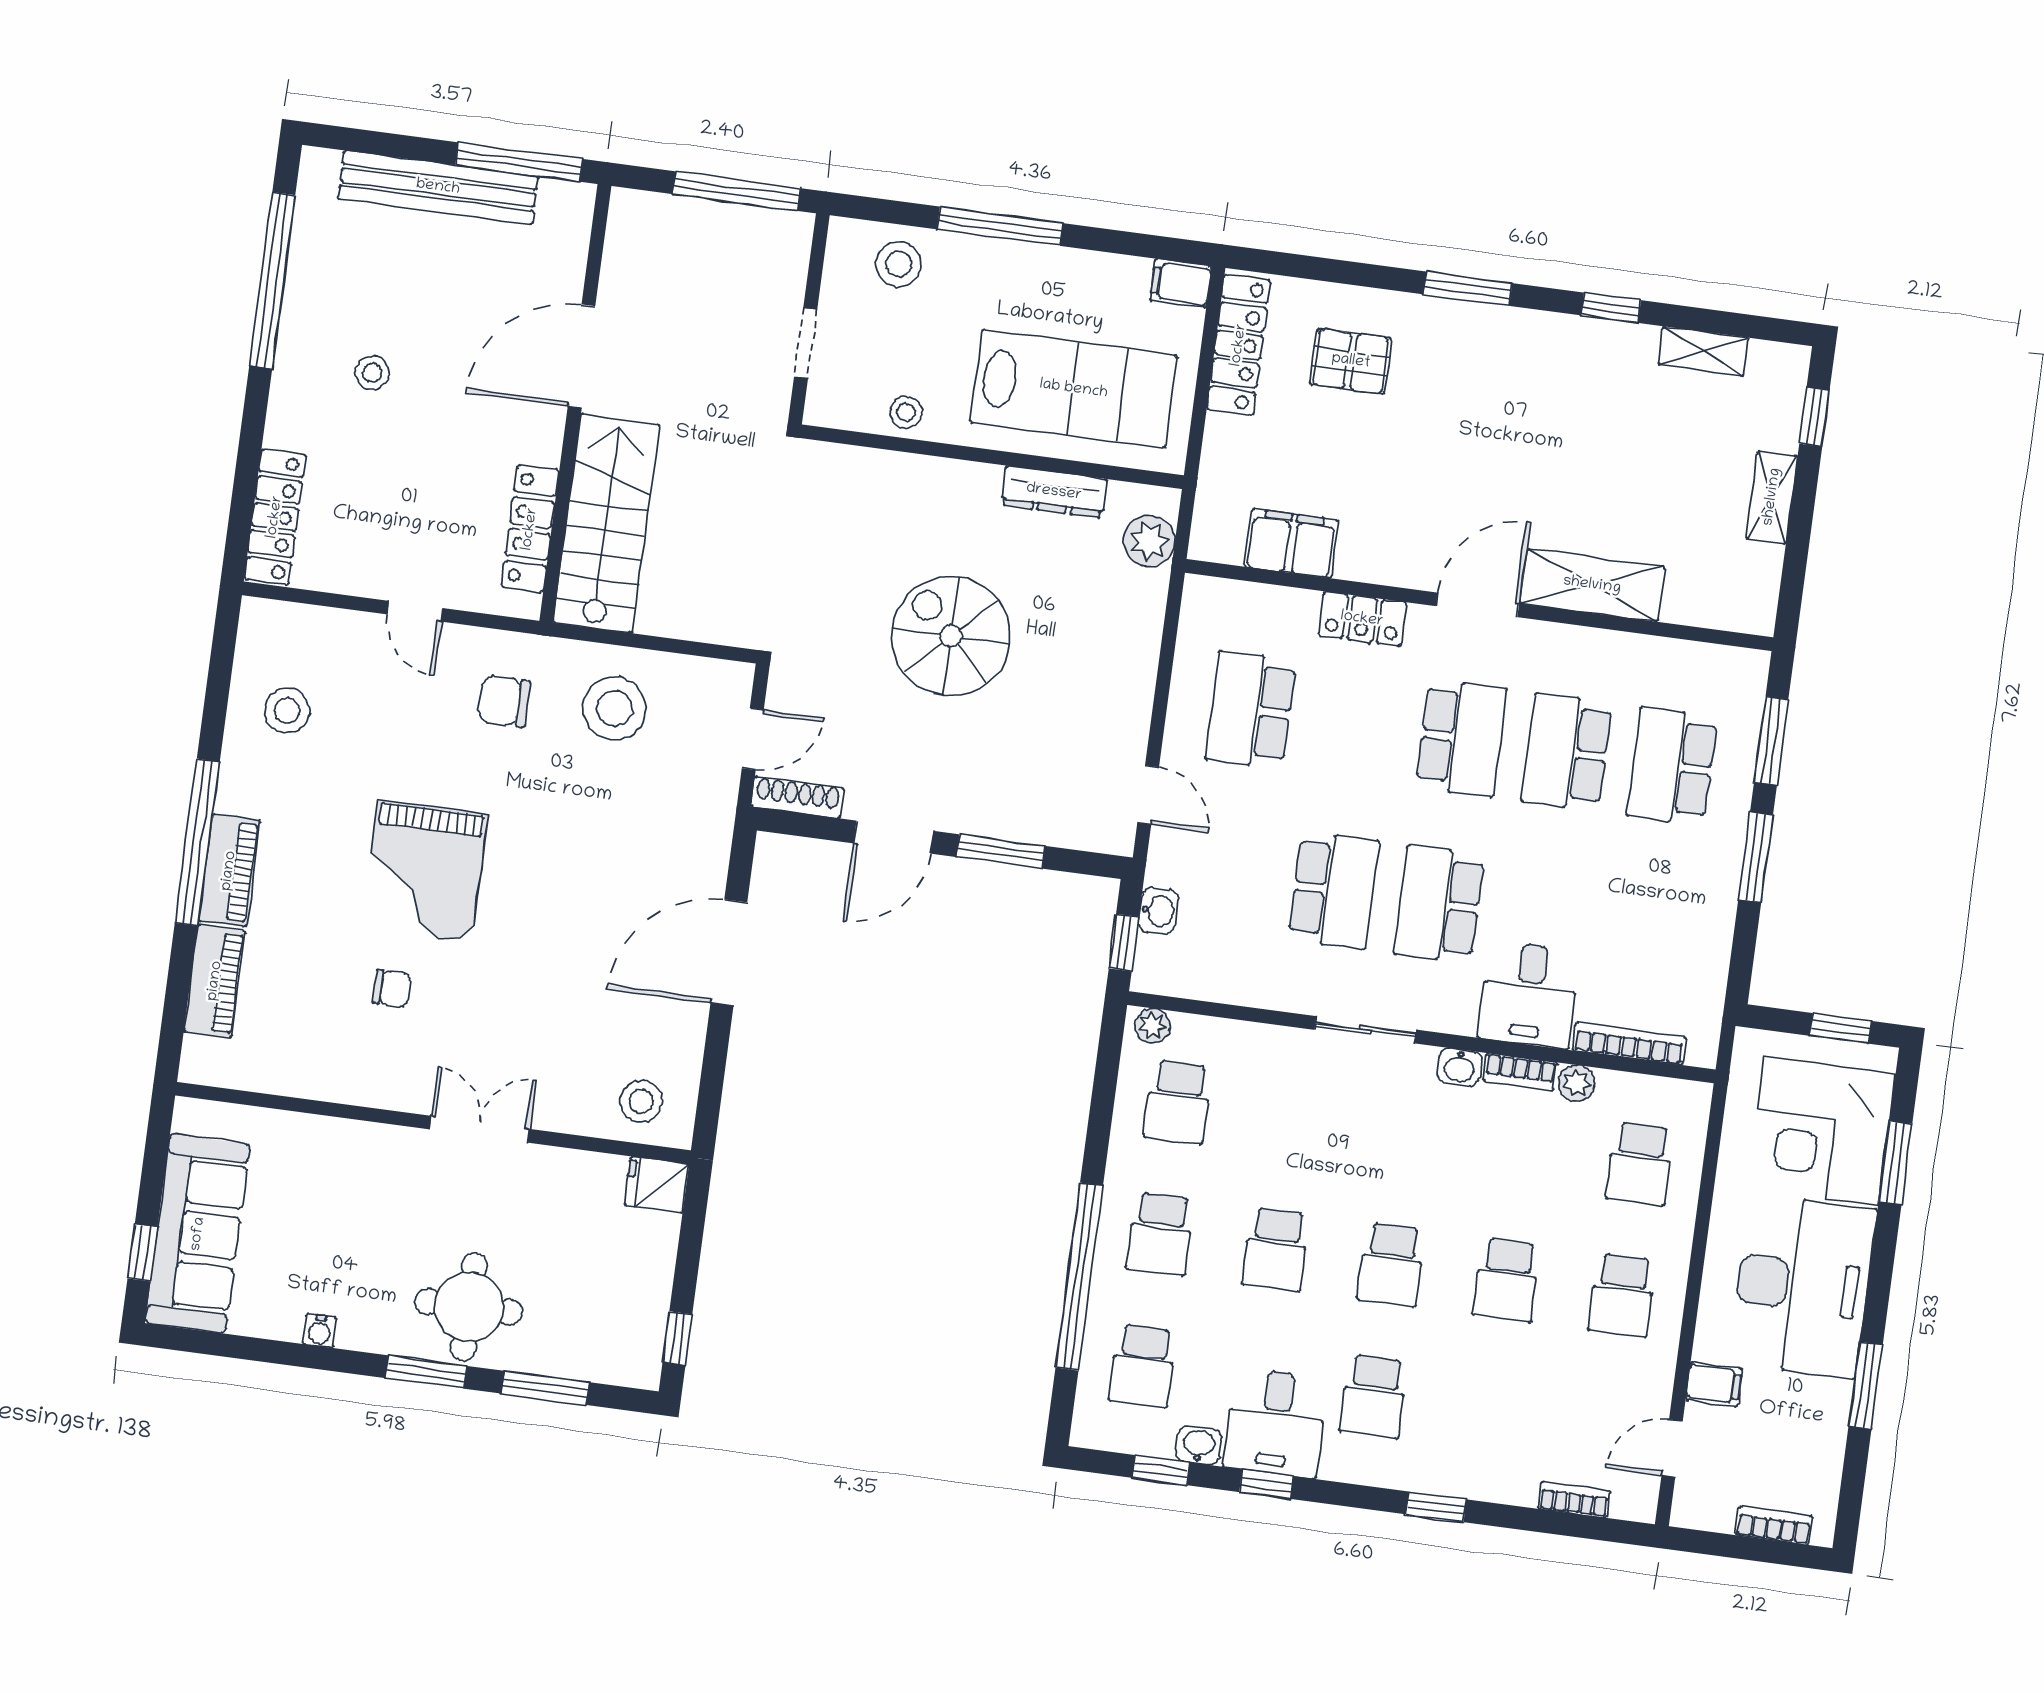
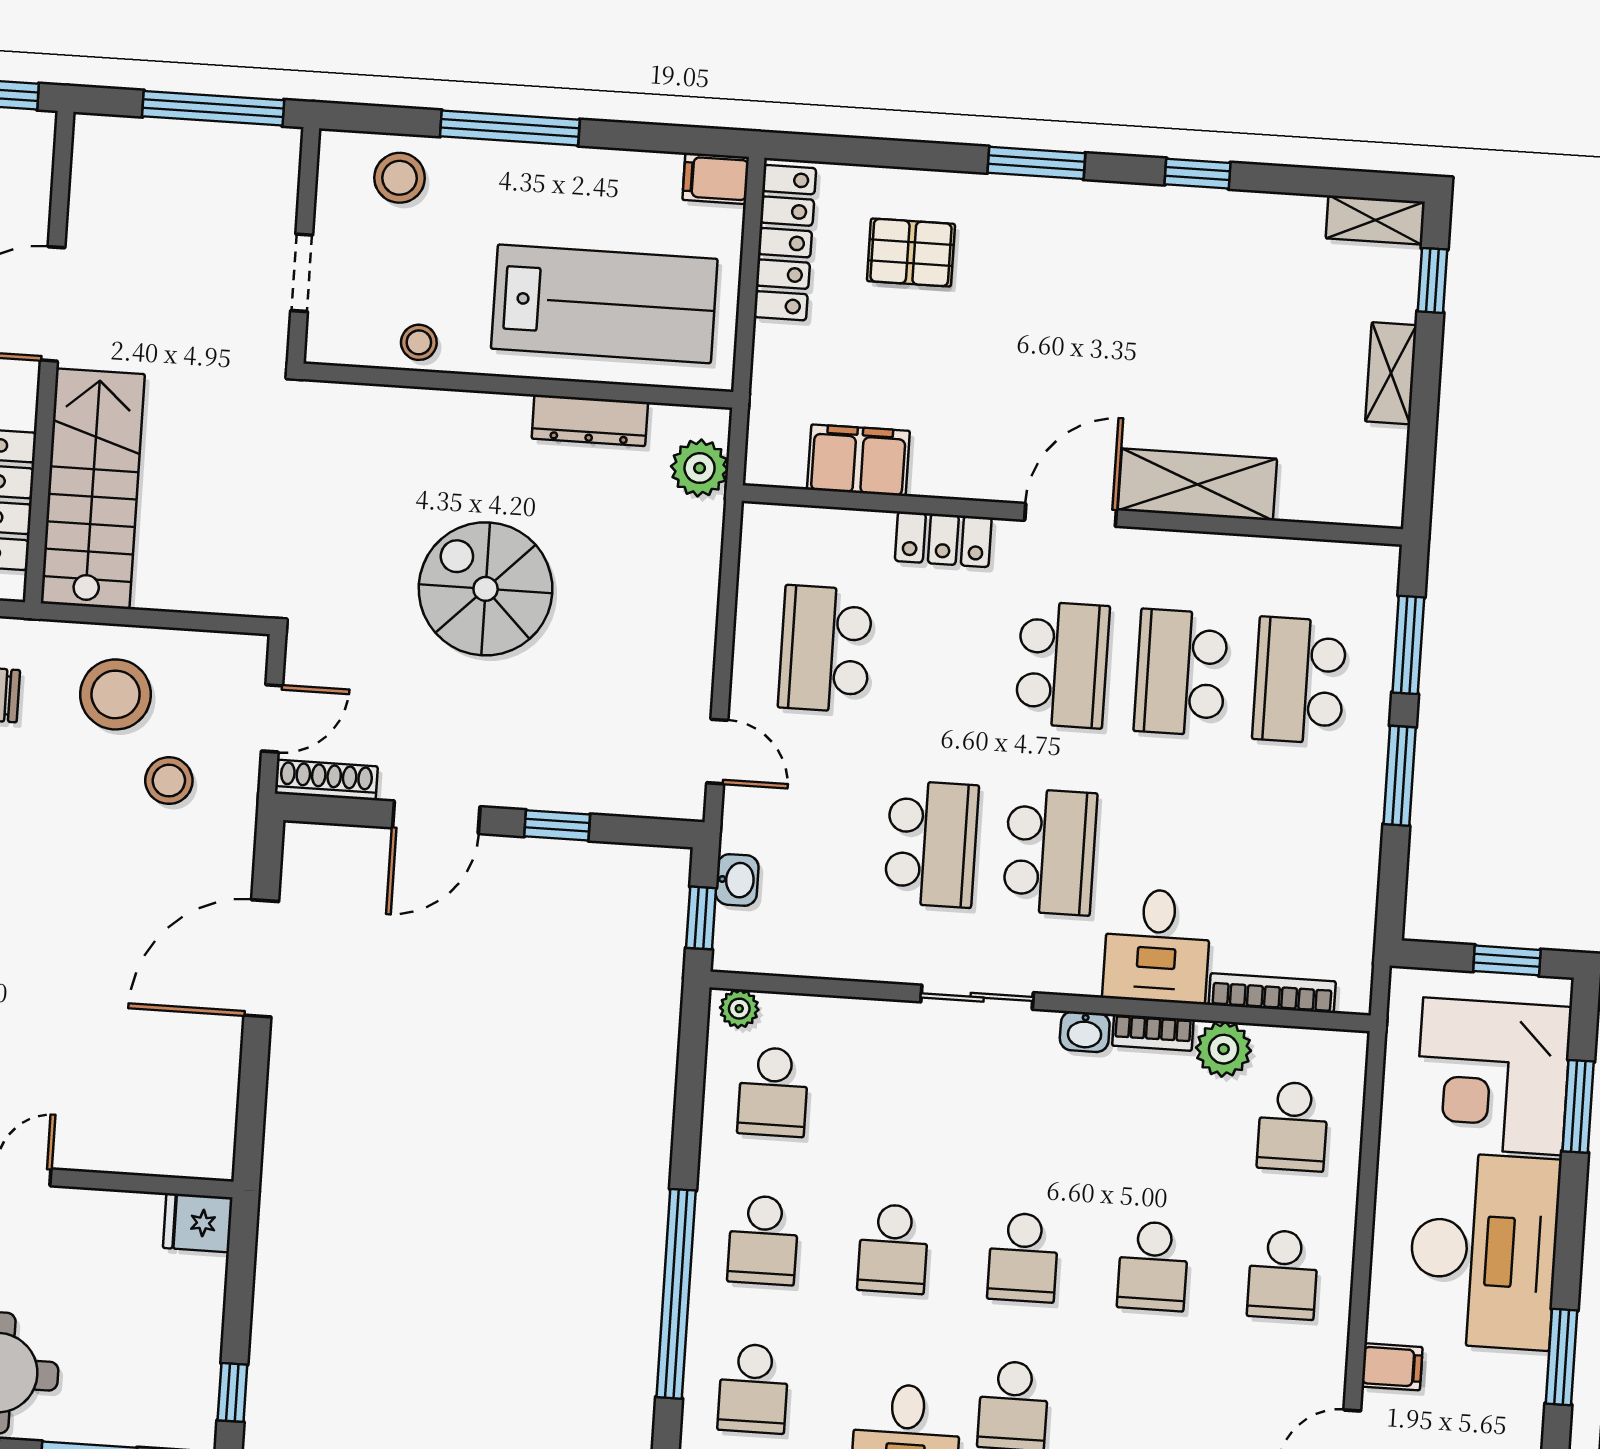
shelving: (1703, 351) -> (1375, 220), moved
window: (1001, 851) -> (557, 825), width x0.67
school desk: (1439, 904) -> (1050, 852), turned 180
plant: (1576, 1083) -> (1224, 1049), width x1.38, depth x1.38
stool: (641, 1101) -> (169, 781), moved

